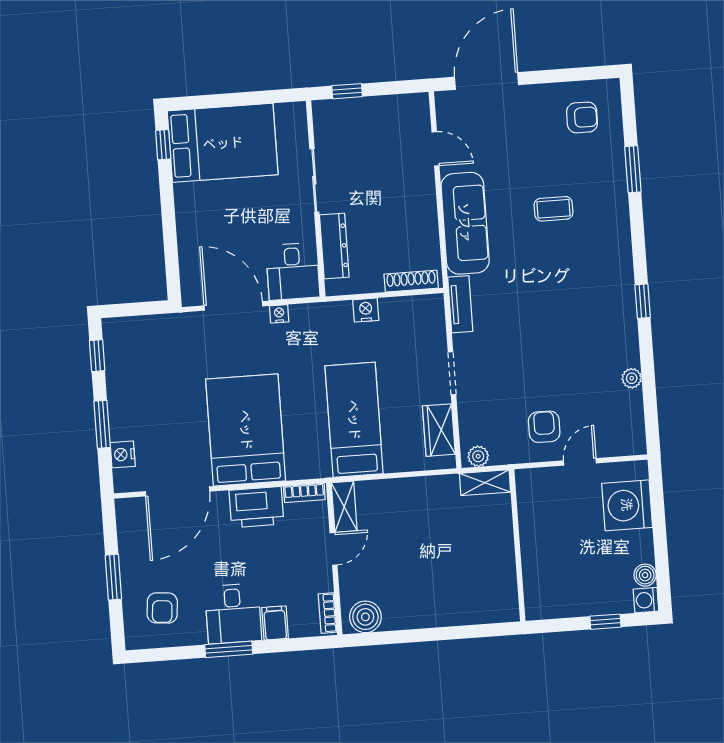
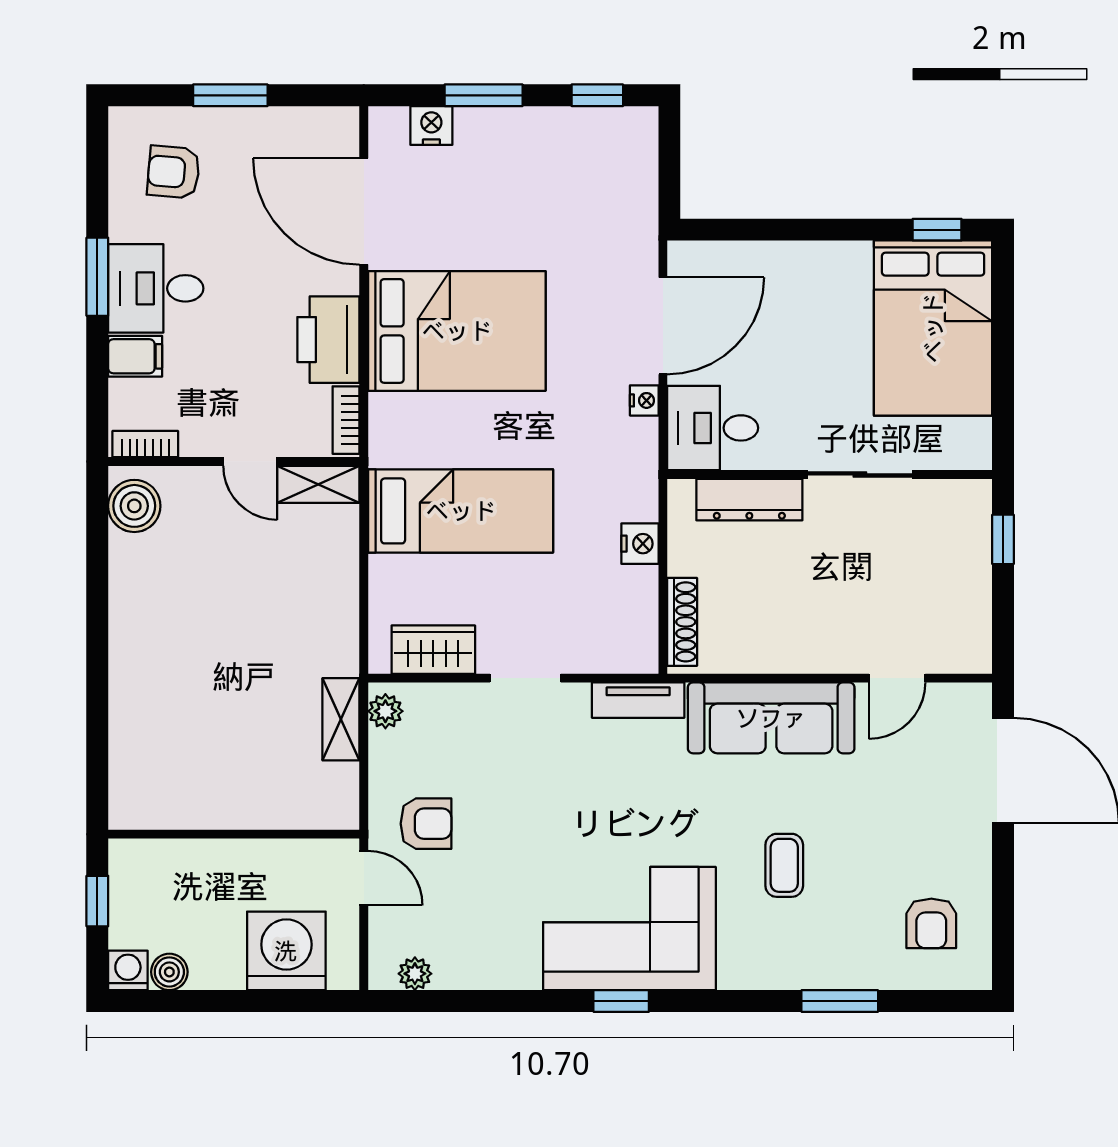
corner sofa: (598, 299) -> (629, 929), added
plant: (632, 378) -> (415, 974), moved
wall: (517, 545) -> (234, 834), moved

